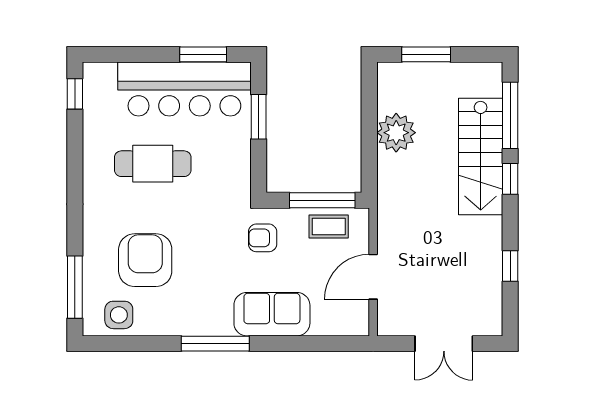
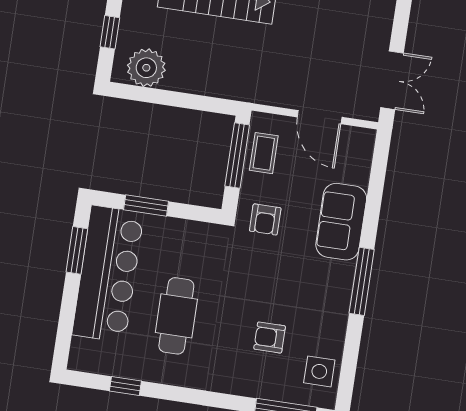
window: (426, 54) -> (110, 32), width x0.67
window: (75, 94) -> (125, 386), moved
plant: (396, 133) -> (146, 68), moved
armchair: (145, 260) -> (270, 338), width x0.53, depth x0.53
double door: (444, 344) -> (392, 80), moved

